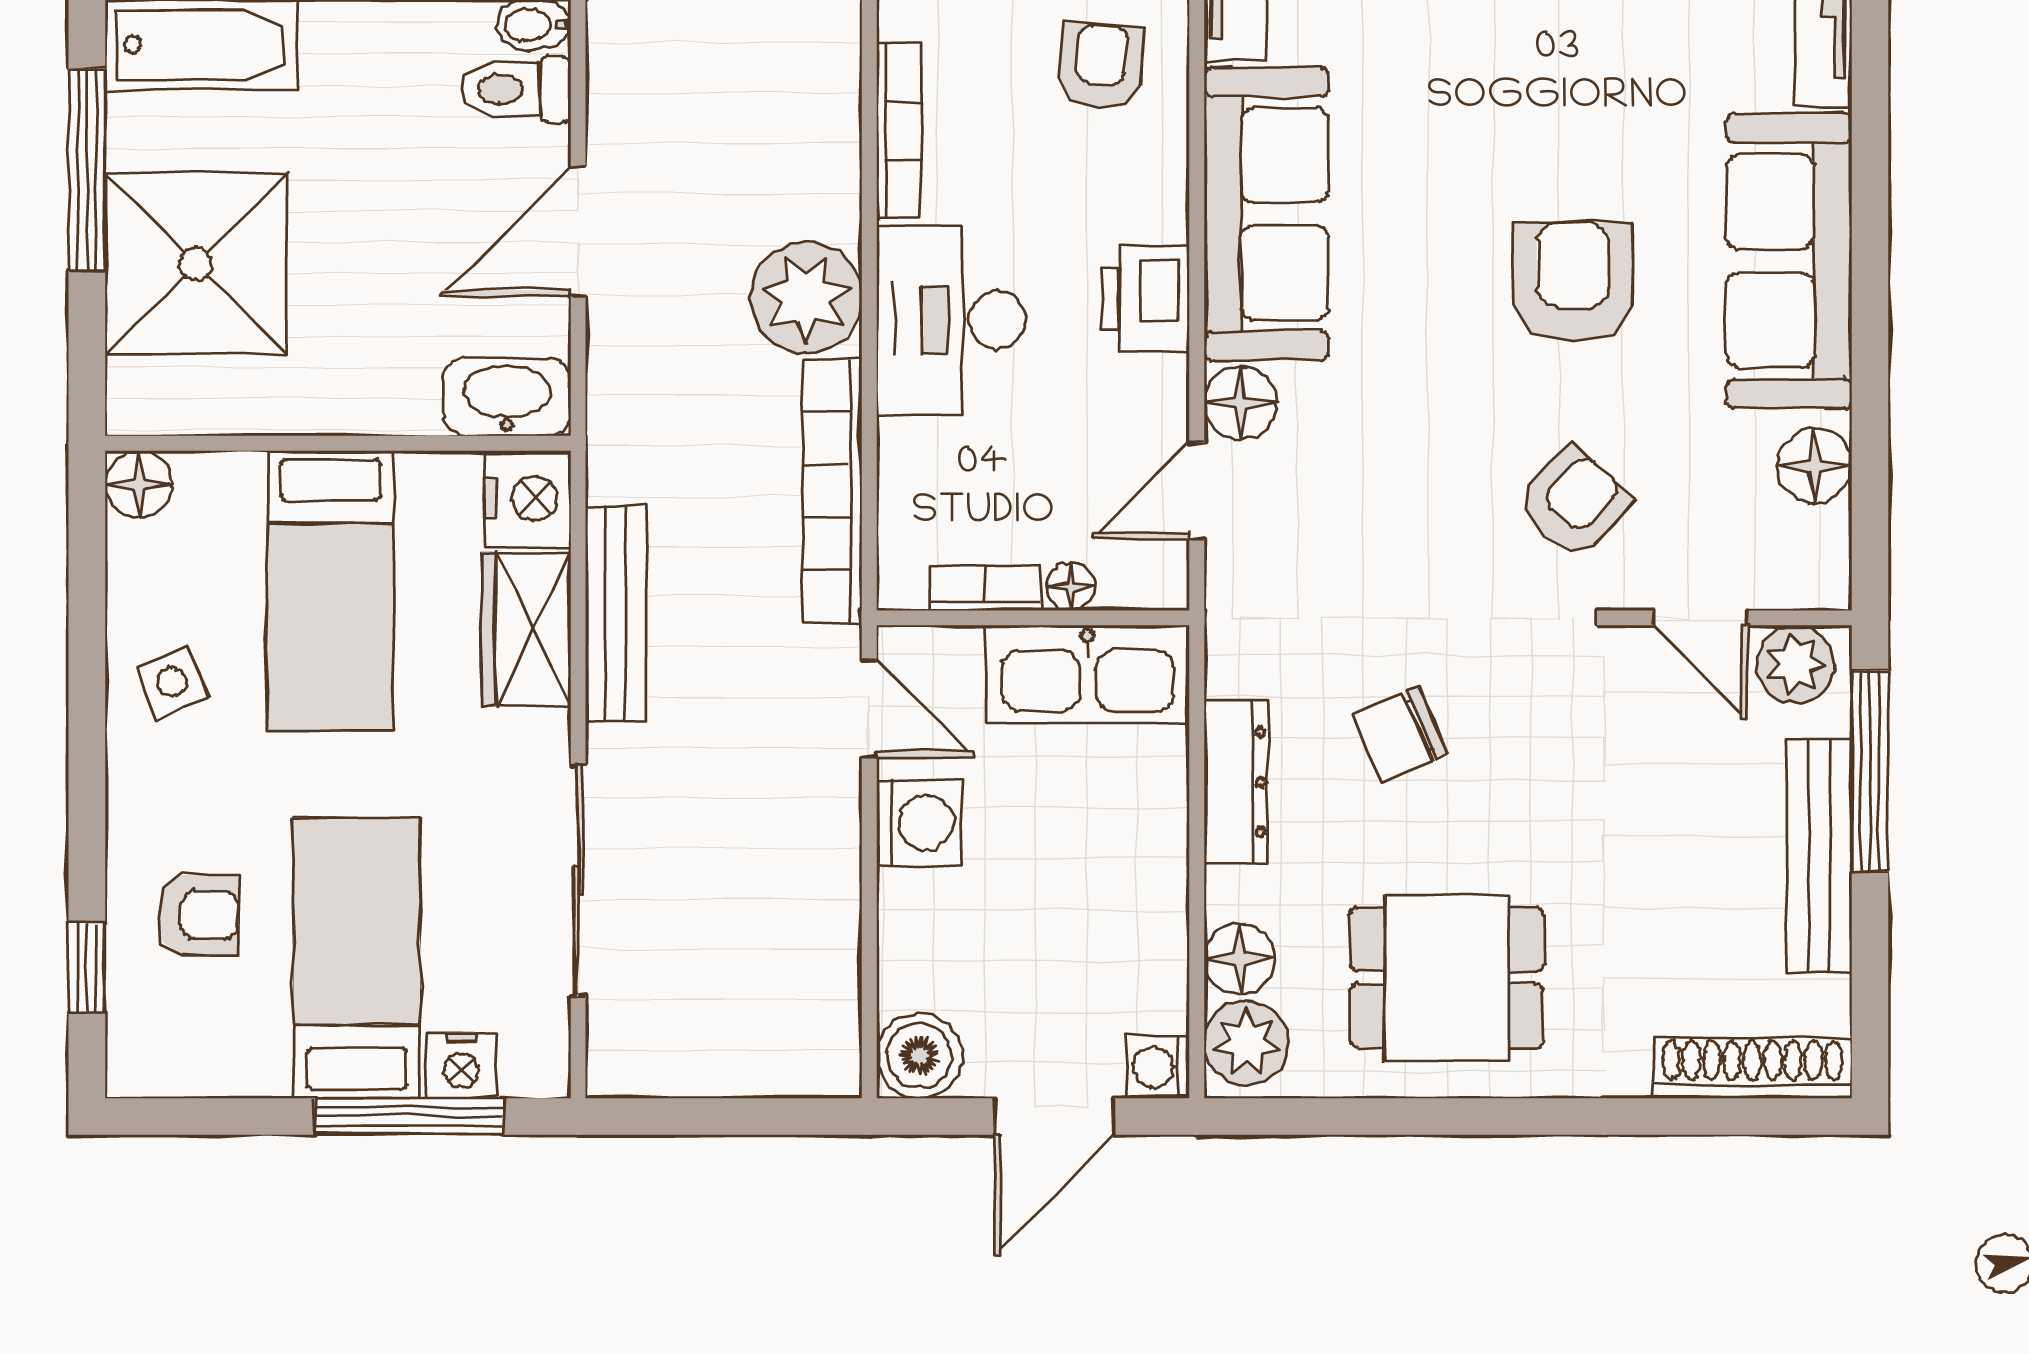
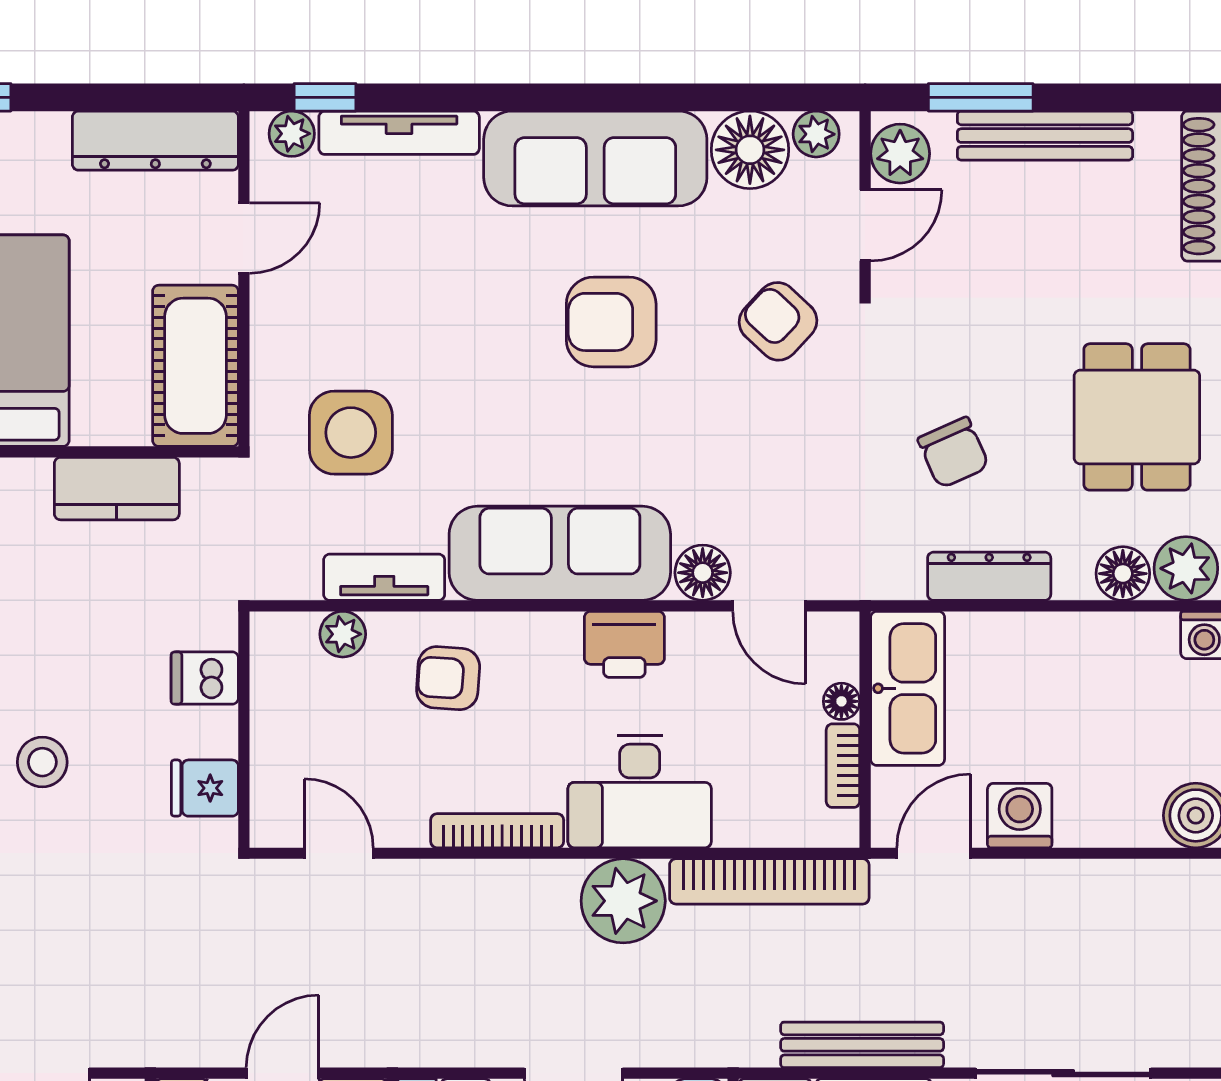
floor lamp: (1814, 466) -> (750, 150), width x1.38, depth x1.38
plant: (1821, 553) -> (816, 134), added
window: (1870, 771) -> (981, 97), width x0.69

